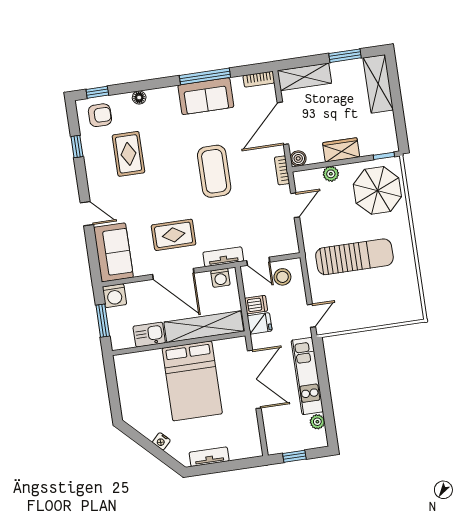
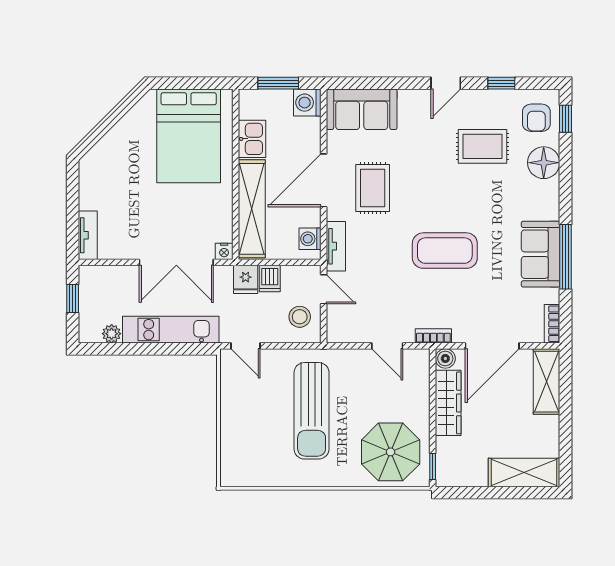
window: (345, 56) -> (566, 436), removed
floor lamp: (139, 98) -> (544, 163), width x1.89, depth x1.89
door: (283, 123) -> (492, 346), swing flipped
wardrobe: (341, 150) -> (448, 403), width x1.50
plant: (331, 174) -> (420, 397), removed
door: (87, 214) -> (446, 83), moved
door: (258, 261) -> (324, 289), swing flipped
bed: (192, 381) -> (189, 136), moved, turned -90
nightstand: (161, 441) -> (224, 251), moved, turned -135
tv unit: (209, 457) -> (88, 235), moved

